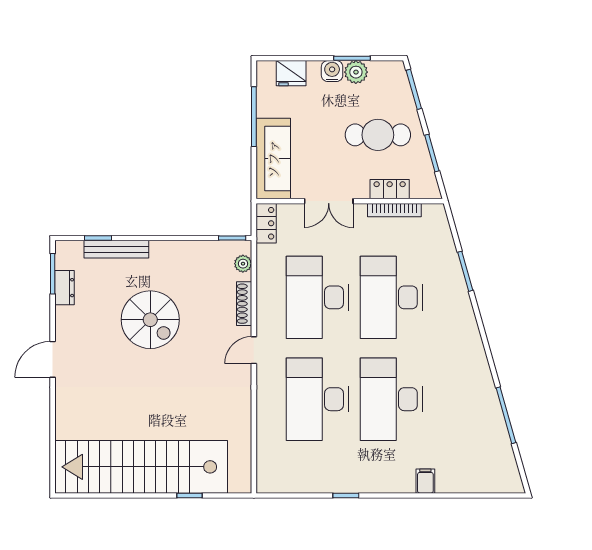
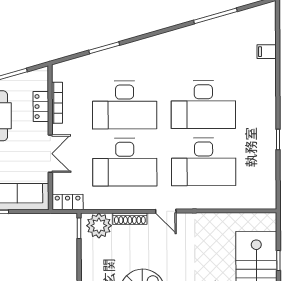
plant: (243, 264) -> (99, 226), width x1.88, depth x1.88
filing cabinet: (425, 481) -> (267, 52), moved

